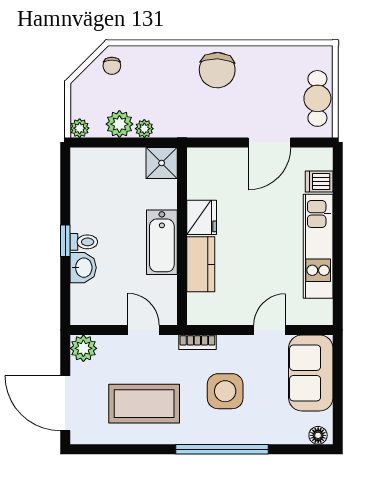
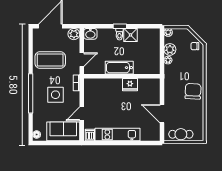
chair: (217, 70) -> (193, 91), turned 91
shower: (162, 163) -> (131, 35), moved
dishwasher: (319, 182) -> (90, 135), moved
kitchen counter: (201, 264) -> (110, 84), removed
washbasin: (83, 268) -> (90, 34), moved
door: (270, 330) -> (82, 114), swing flipped
coffee table: (144, 404) -> (50, 60), turned 90

